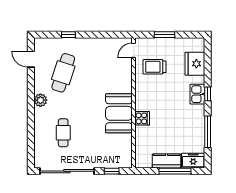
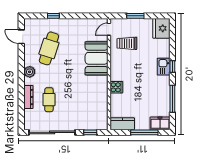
fridge: (195, 64) -> (161, 28), moved
booth: (119, 113) -> (96, 58), moved
dresser: (39, 130) -> (28, 97), added
kitchen counter: (167, 161) -> (122, 124), moved

